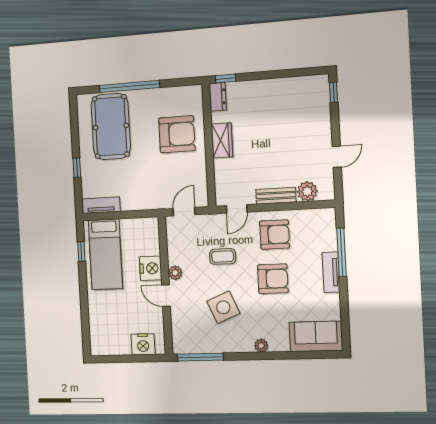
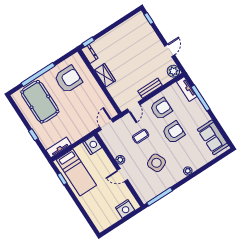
armchair: (177, 134) -> (68, 79), moved
plant: (307, 191) -> (173, 71), moved
nightstand: (151, 268) -> (92, 145), moved
tv unit: (331, 272) -> (187, 89), moved
sofa: (316, 336) -> (213, 137), moved, turned -90

